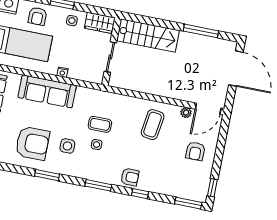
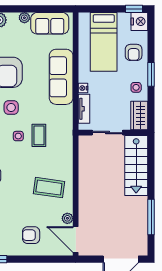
armchair: (37, 16) -> (134, 52), turned -90
tv unit: (83, 75) -> (84, 109), added

